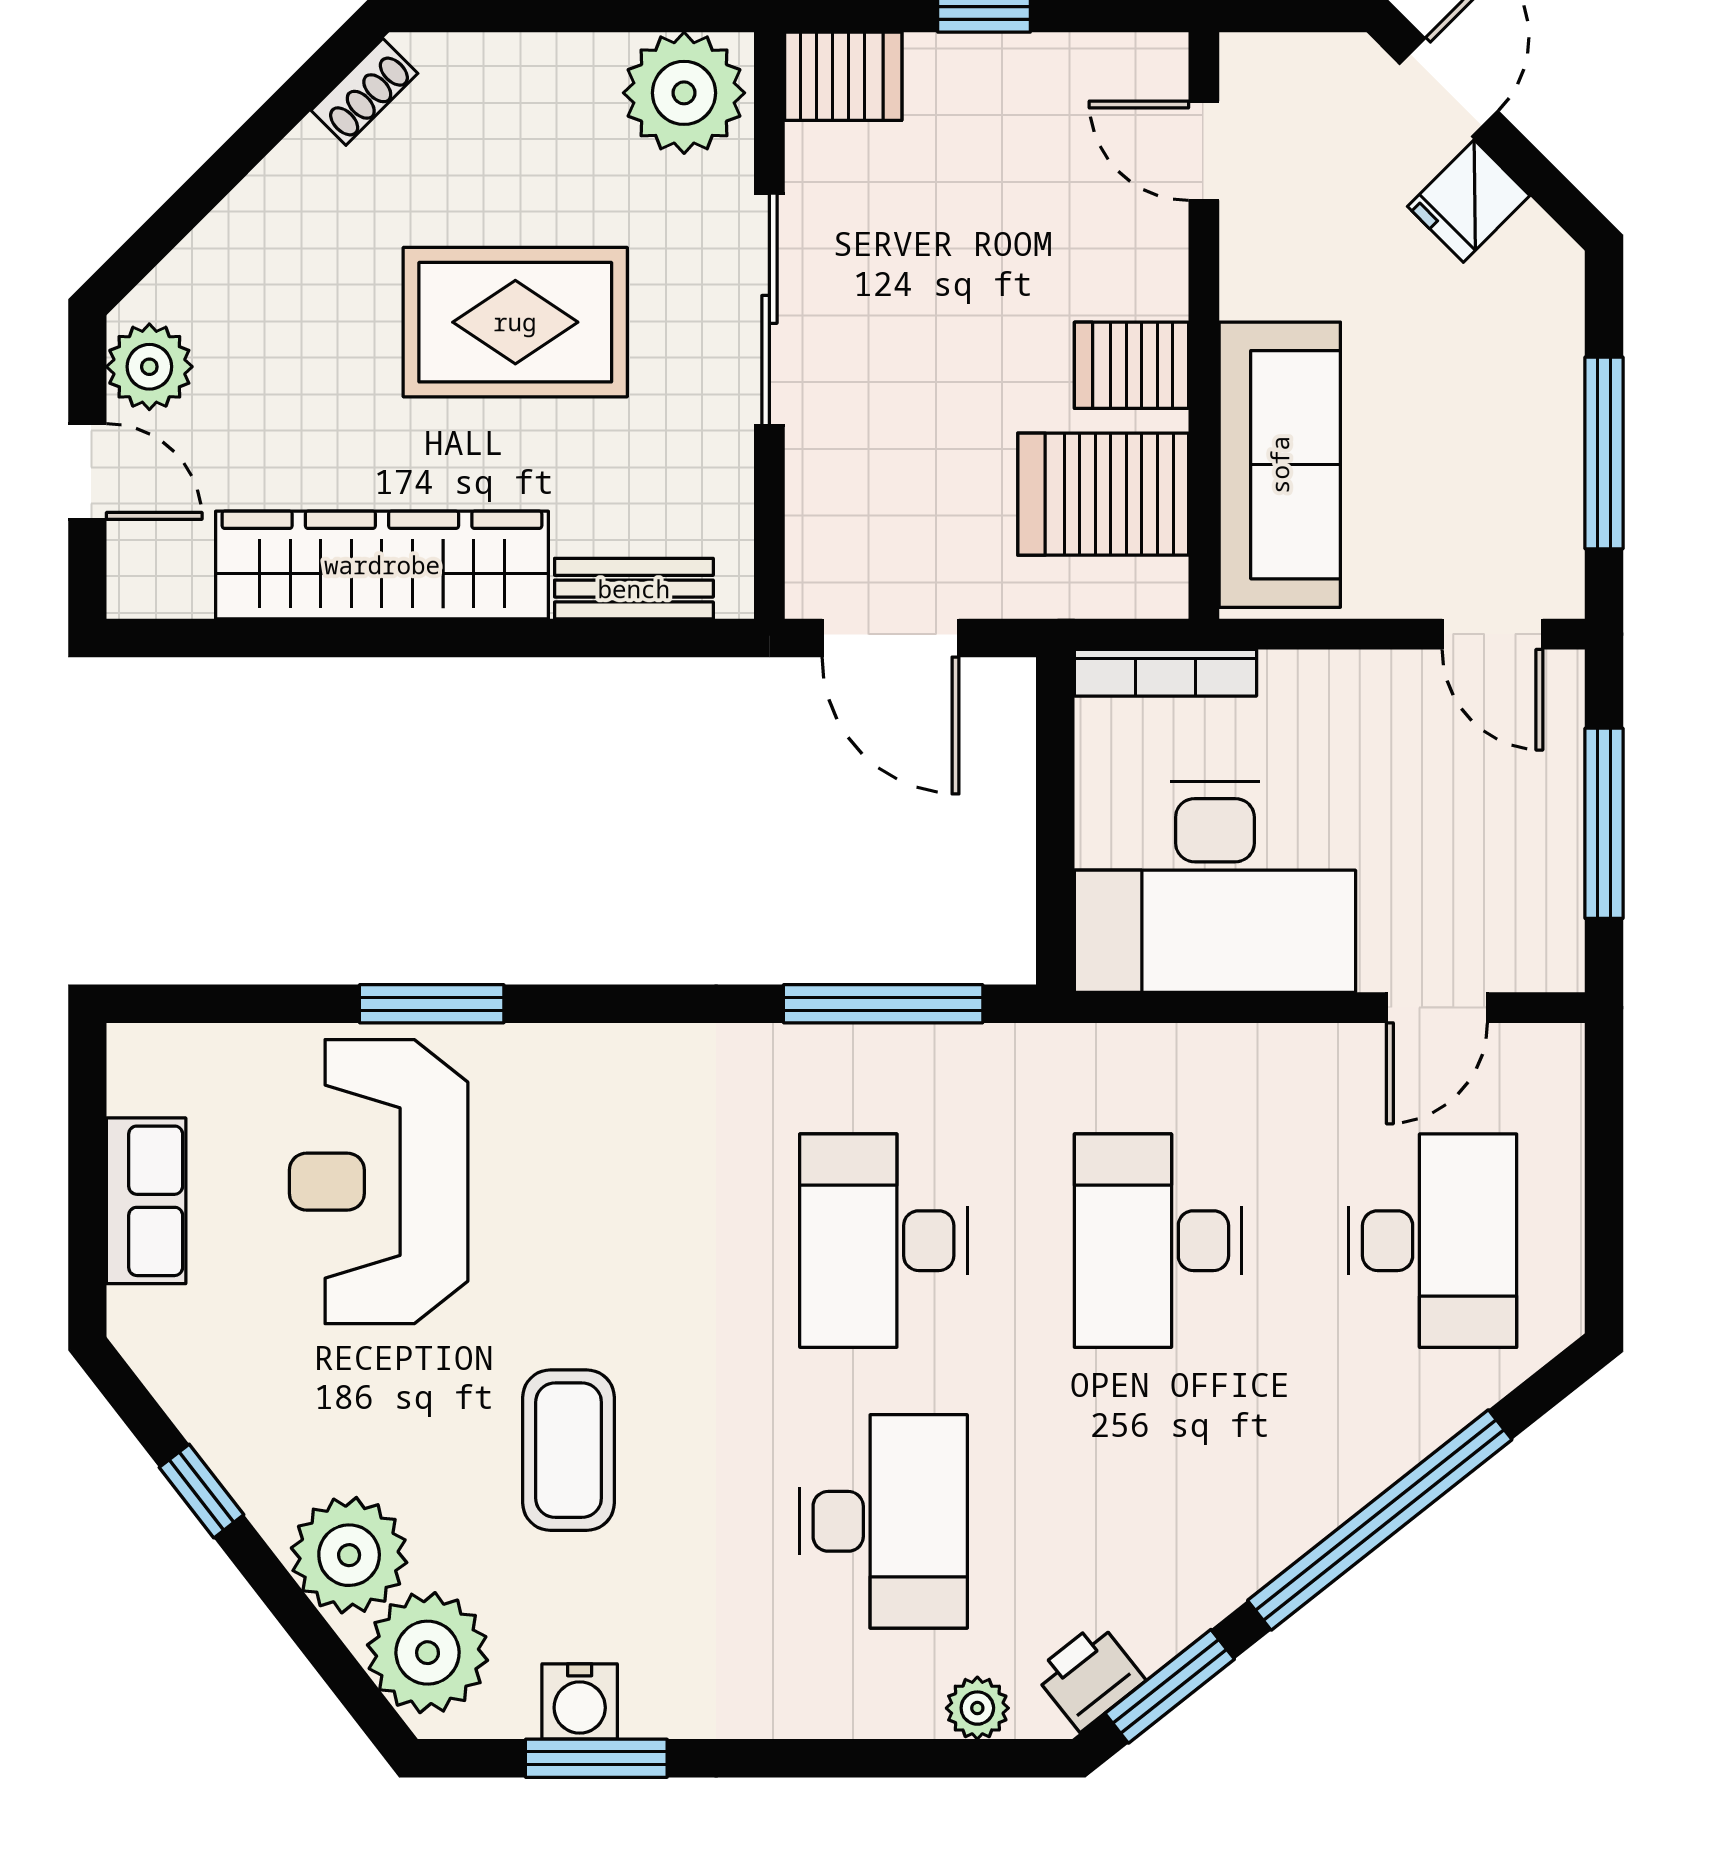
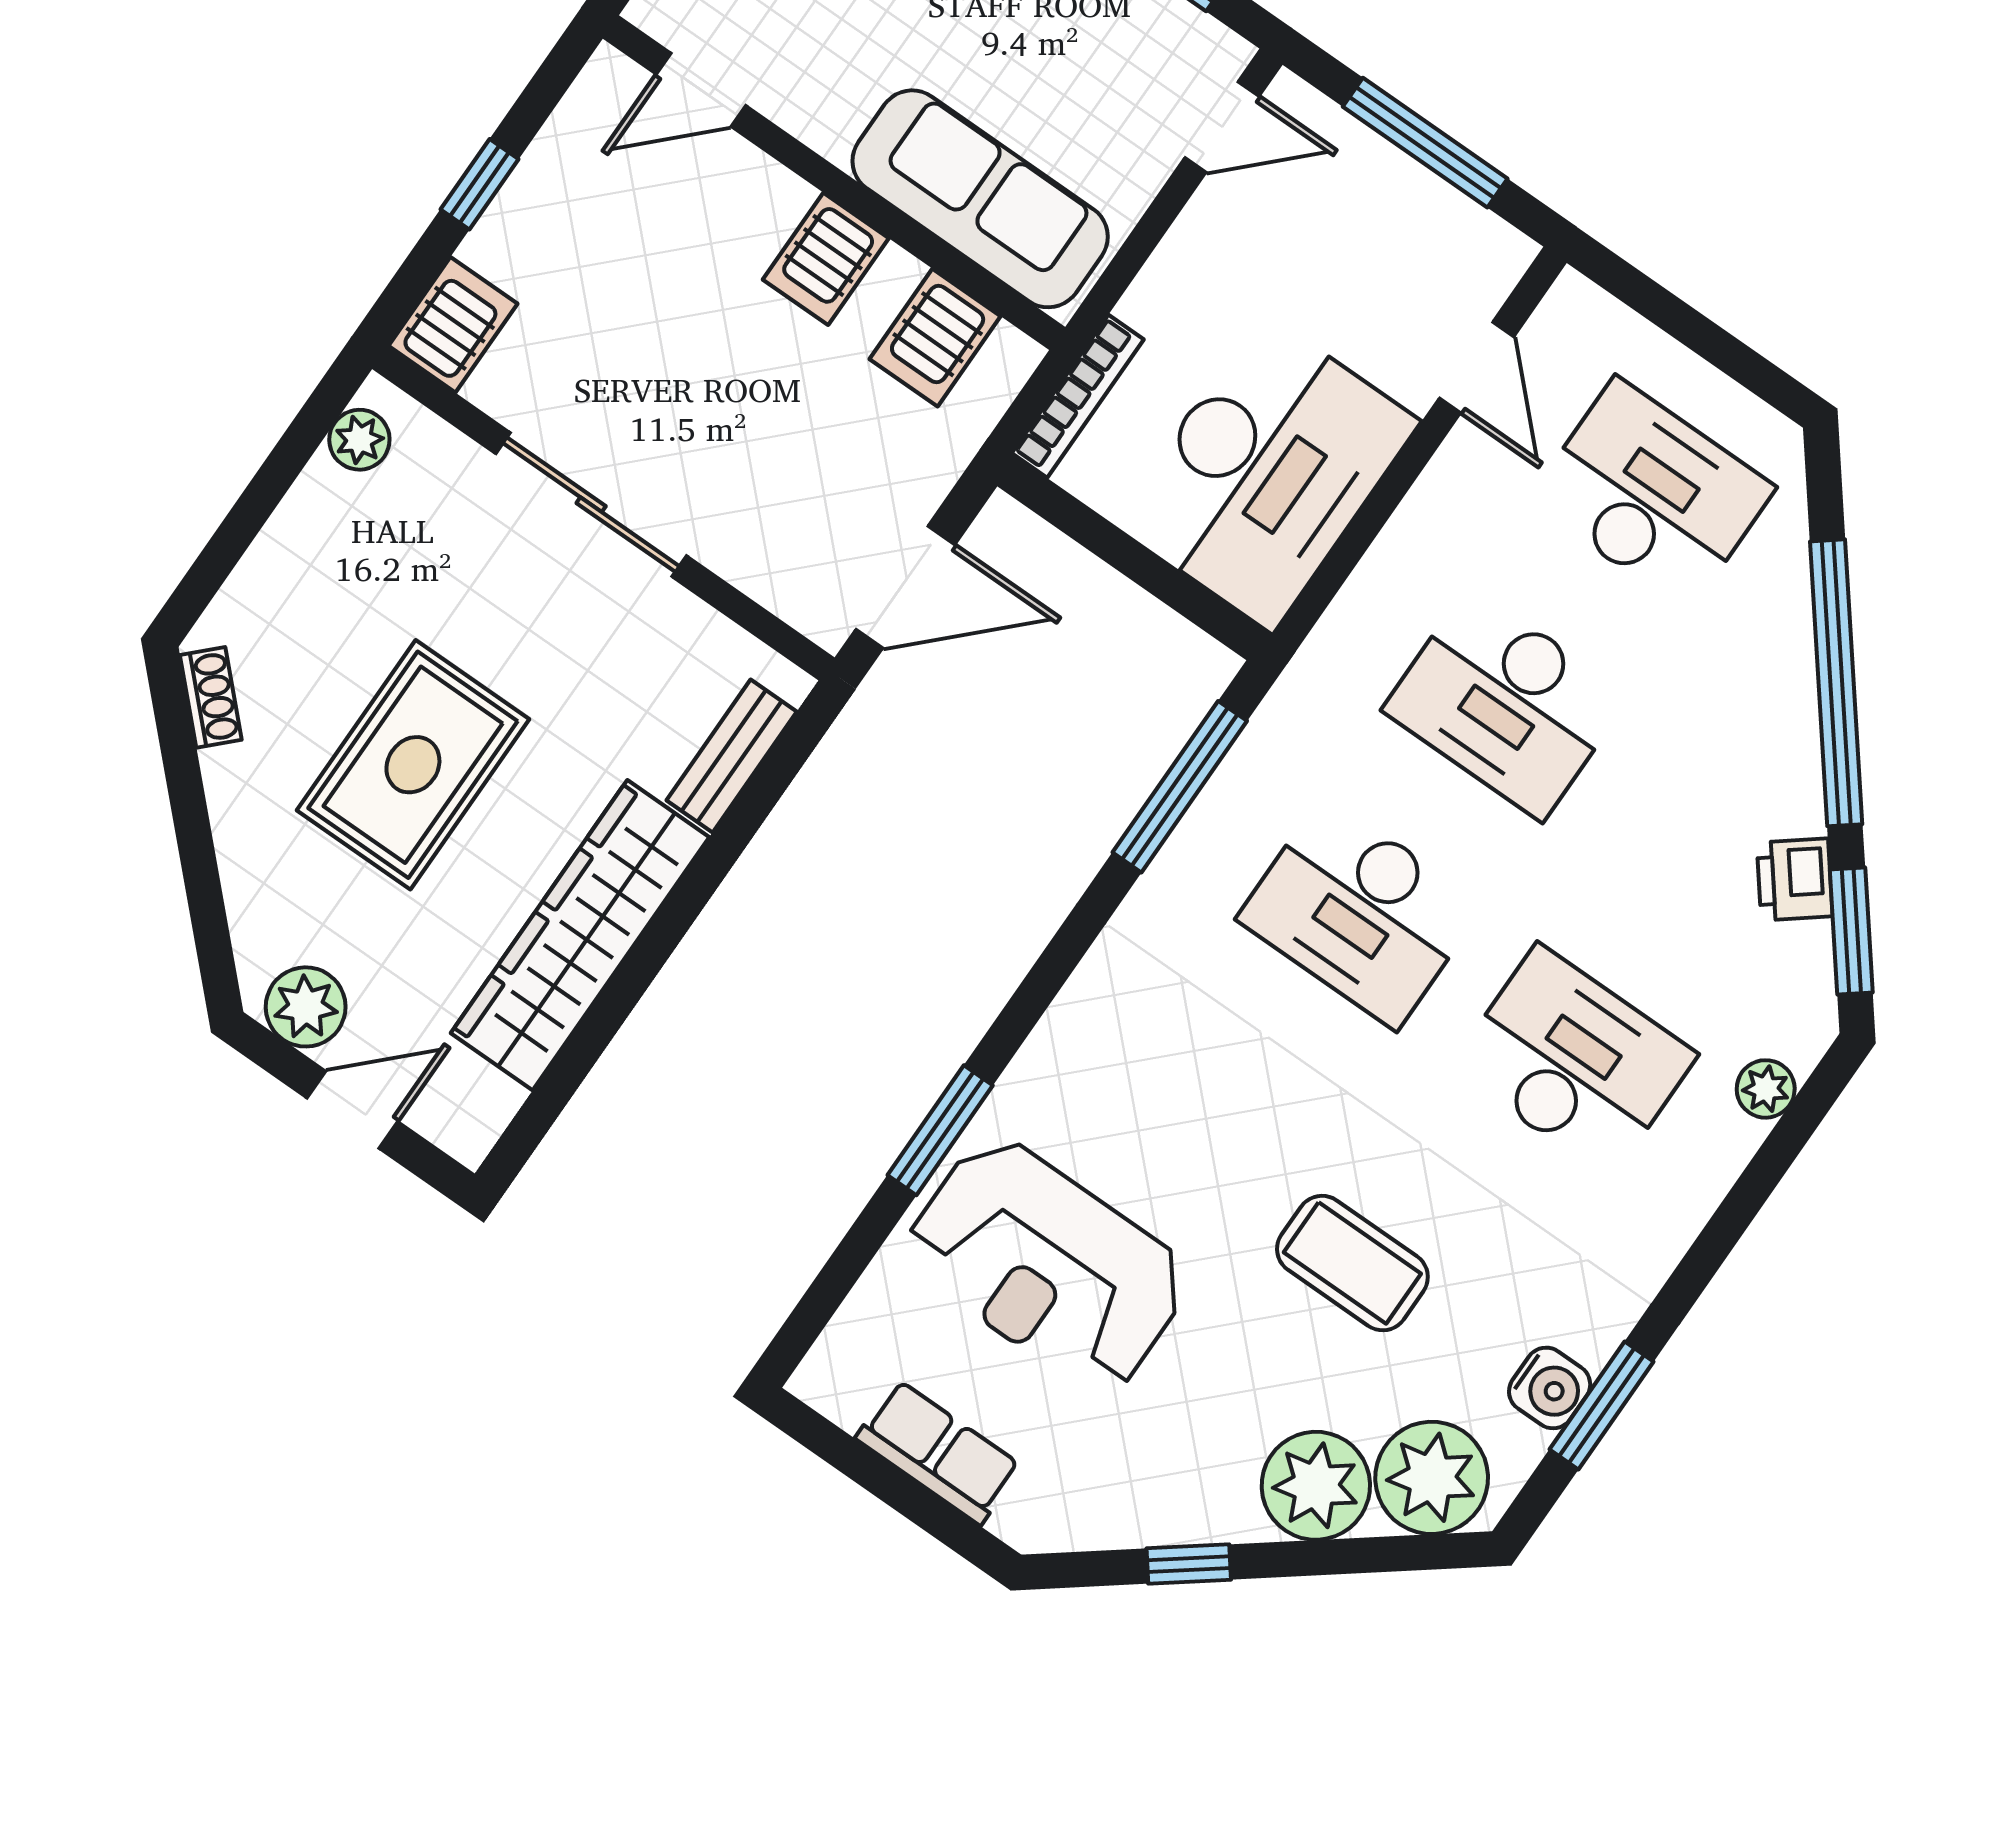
plant: (684, 93) -> (359, 440), width x0.53, depth x0.53
rug: (515, 322) -> (413, 765), moved
server rack: (1103, 494) -> (935, 338), width x0.73, depth x0.70
printer: (1089, 1677) -> (1795, 879), moved

